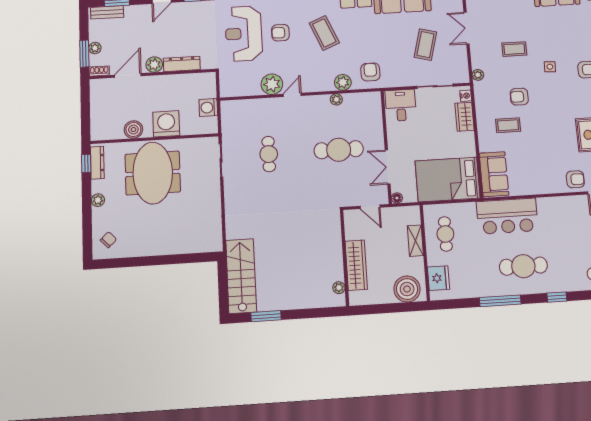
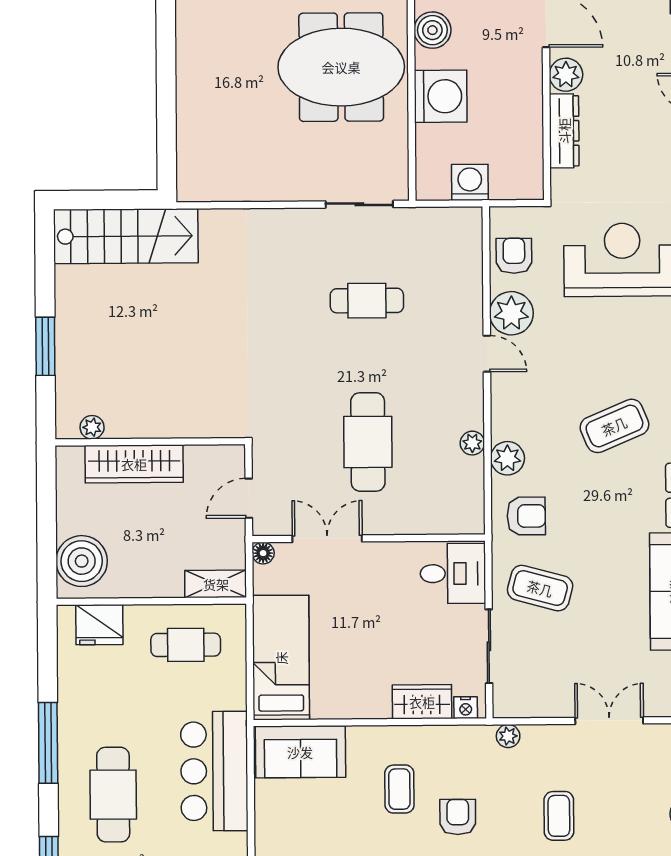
armchair: (280, 33) -> (514, 256), moved
coffee table: (425, 45) -> (540, 588), moved
bed: (448, 179) -> (281, 658), width x0.67
shelving: (415, 241) -> (216, 584), moved
window: (266, 316) -> (45, 346), moved

